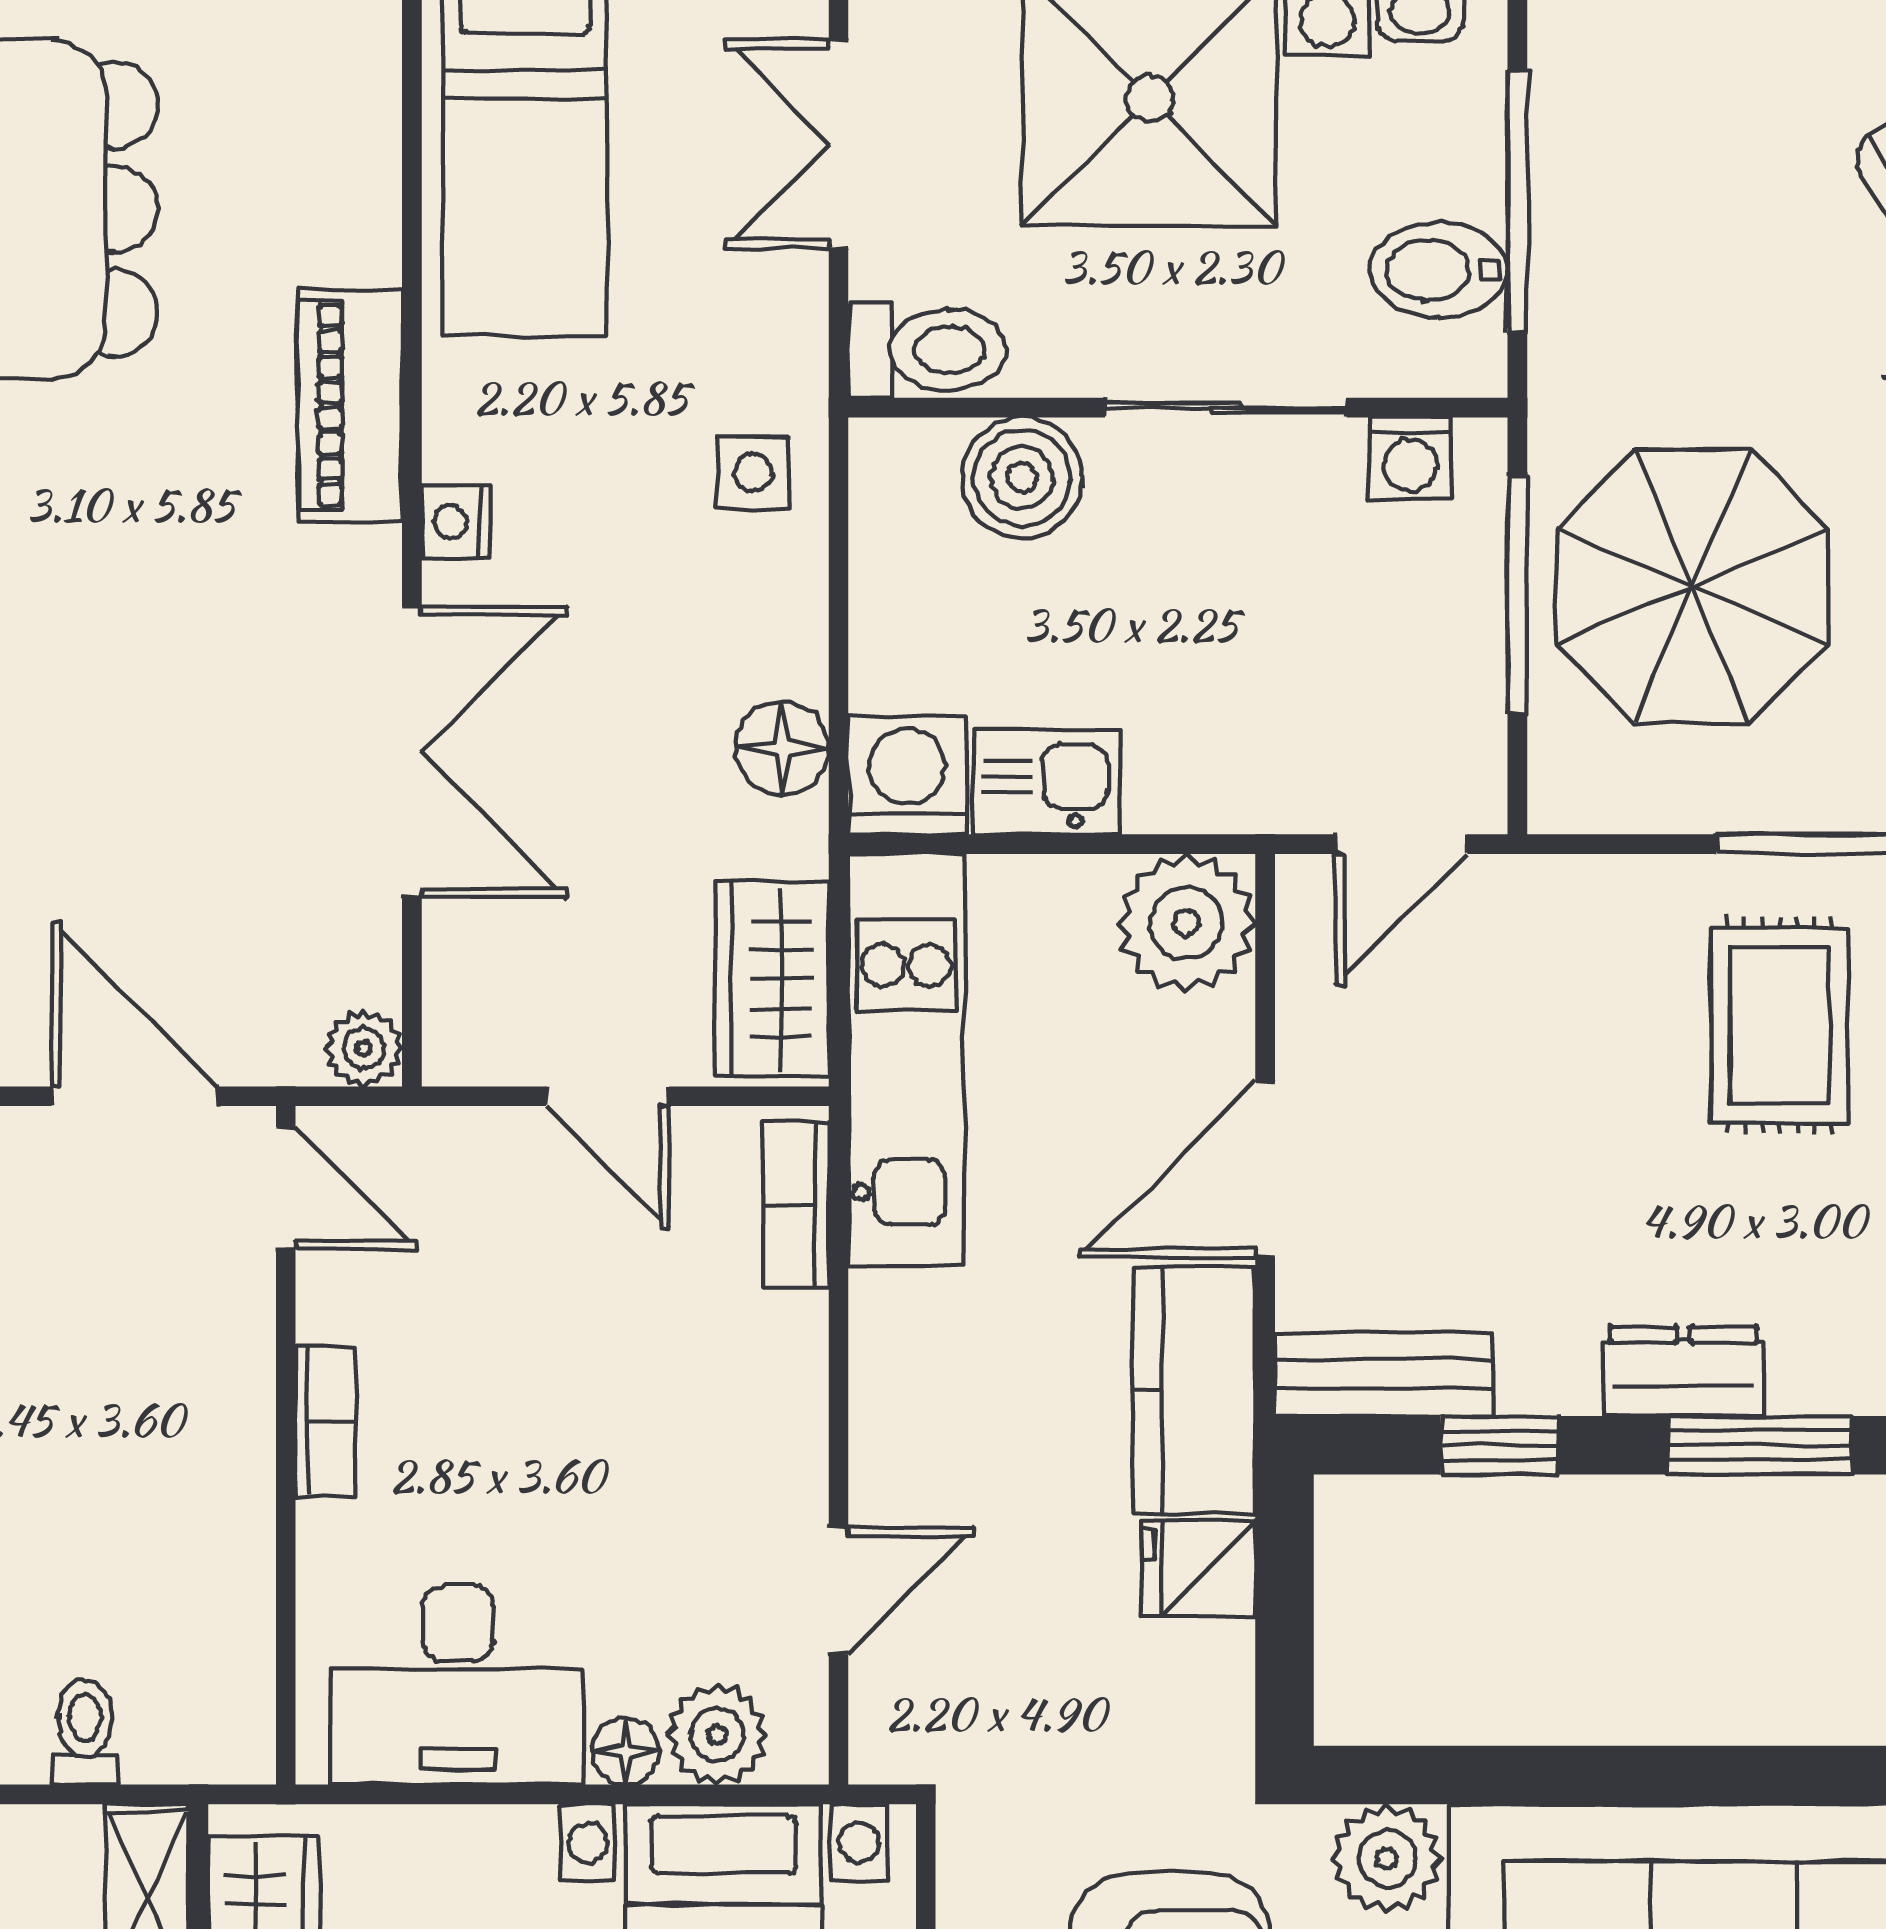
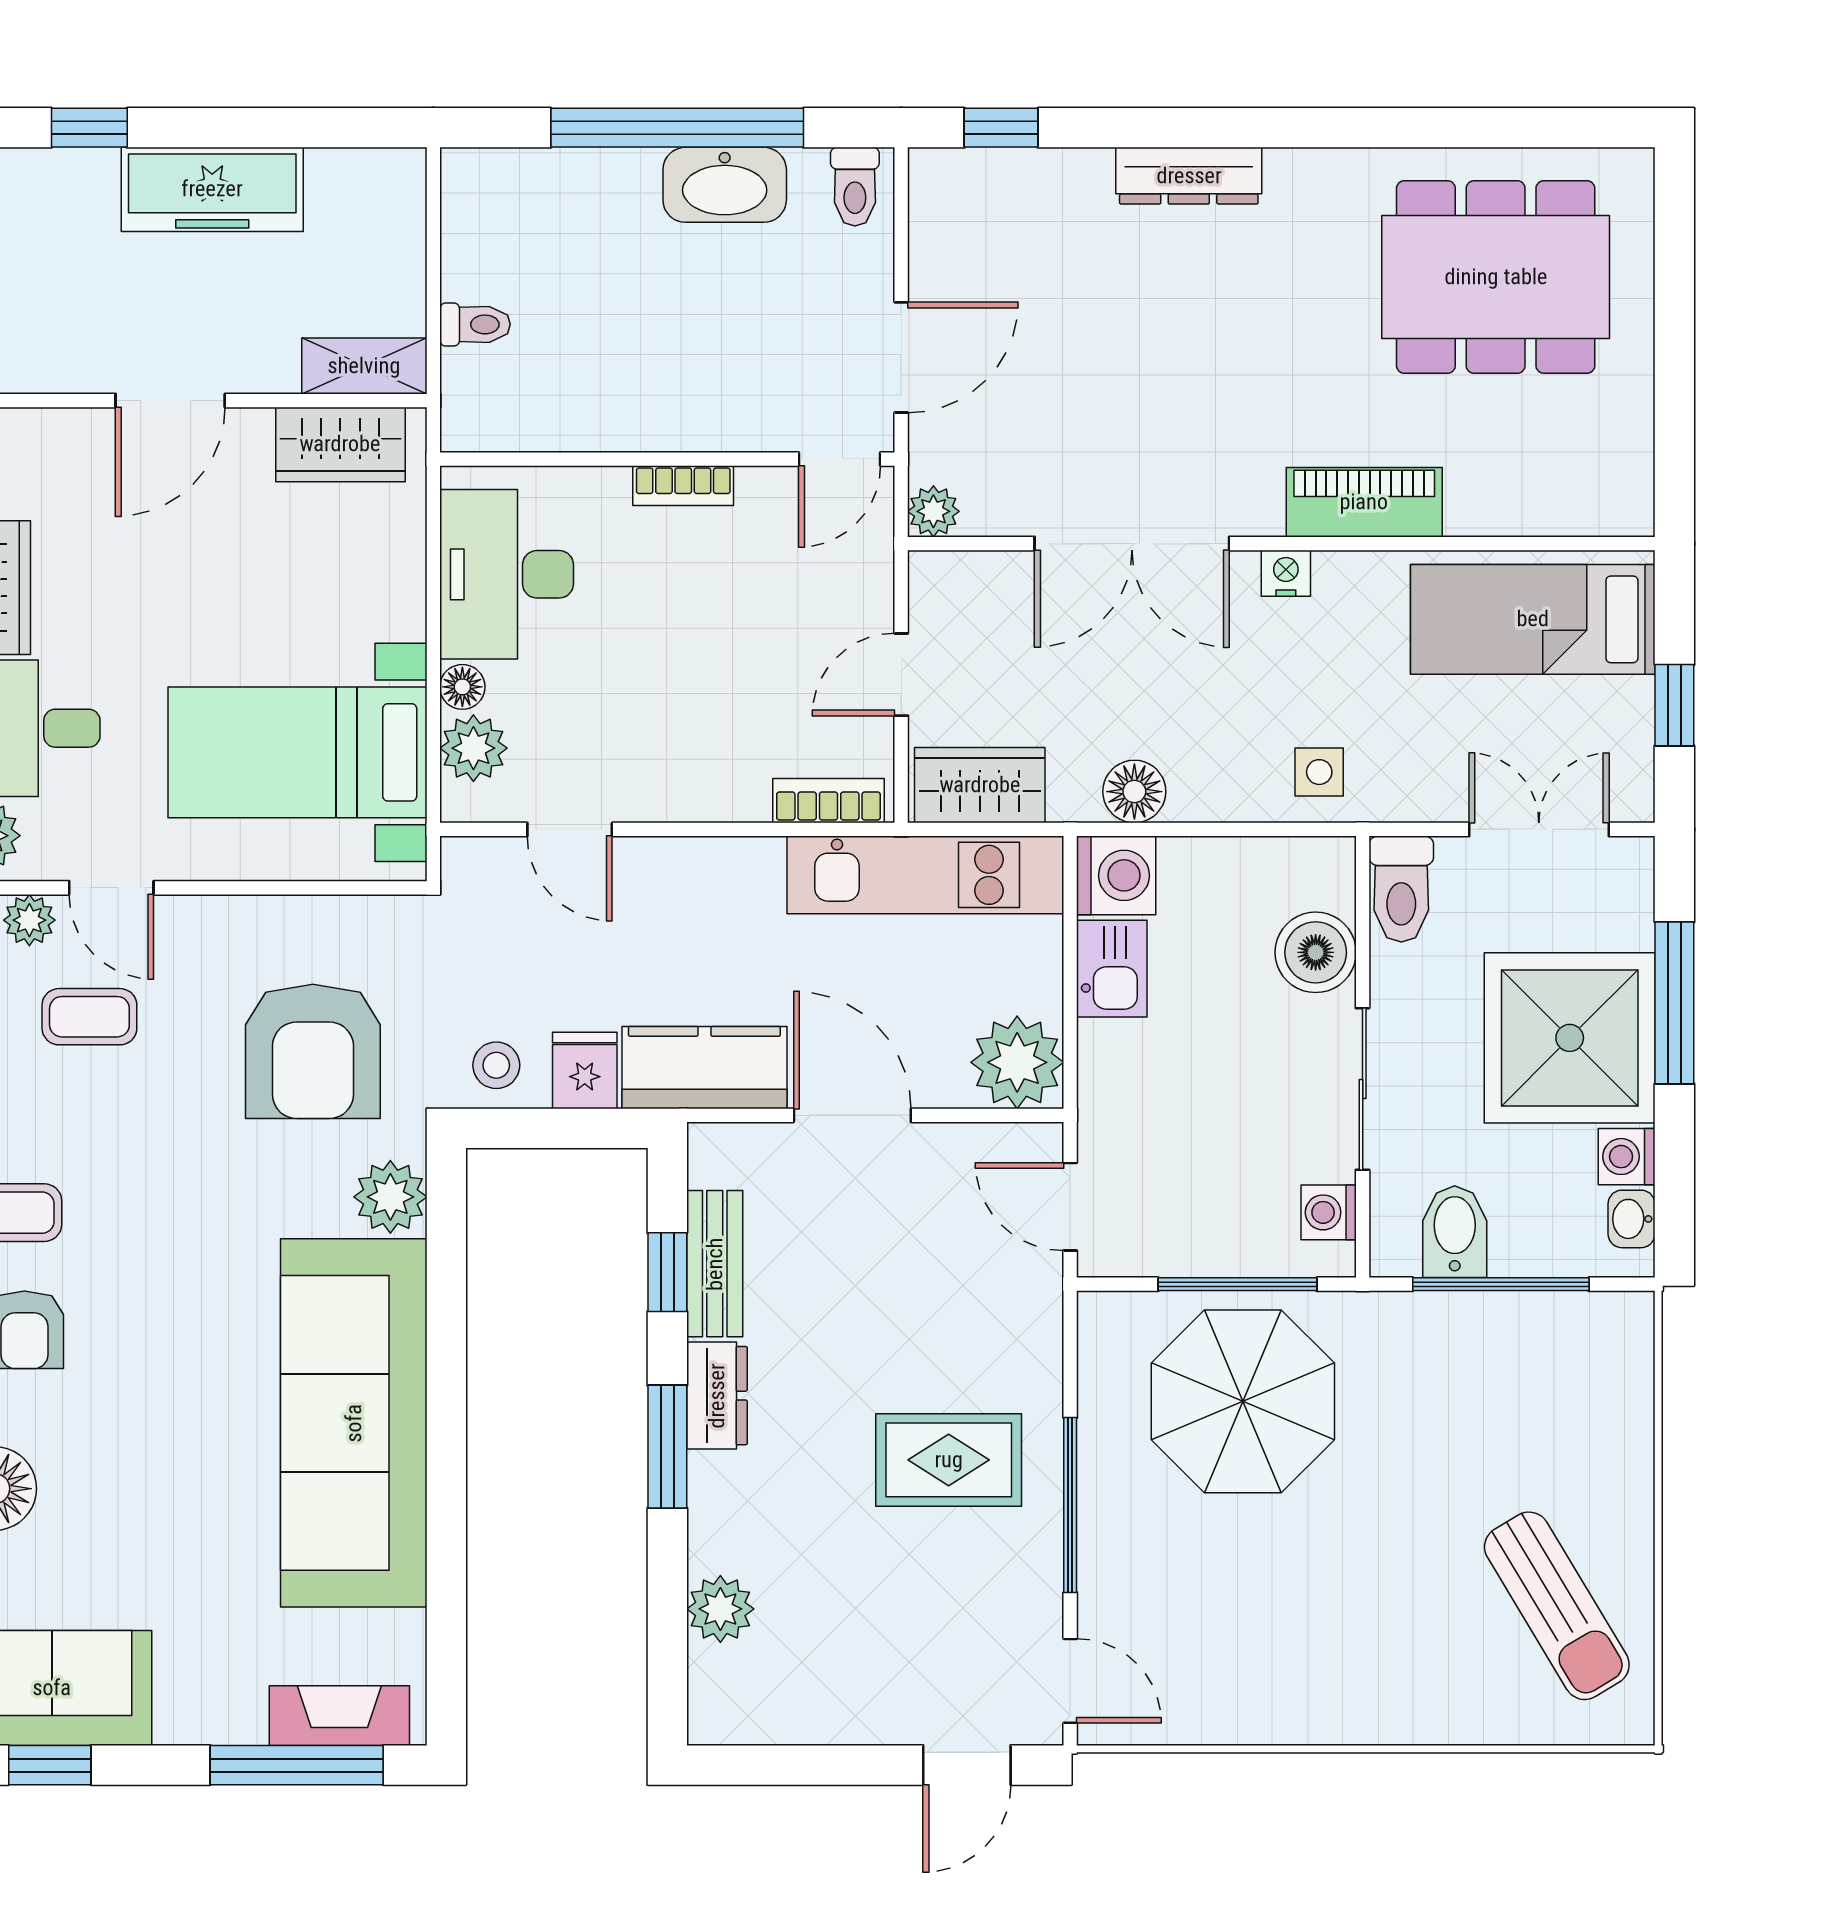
bench: (1384, 1374) -> (715, 1264), moved
stool: (1191, 1701) -> (496, 1065), added

